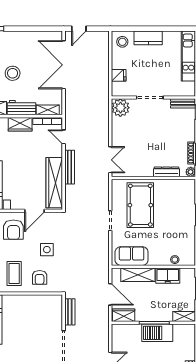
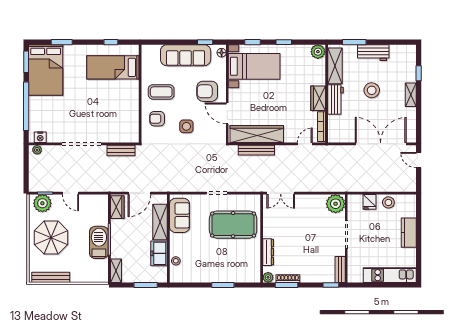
stool: (122, 42) -> (388, 202), moved
shelving: (48, 110) -> (411, 95), moved
bench: (70, 167) -> (256, 150), moved

